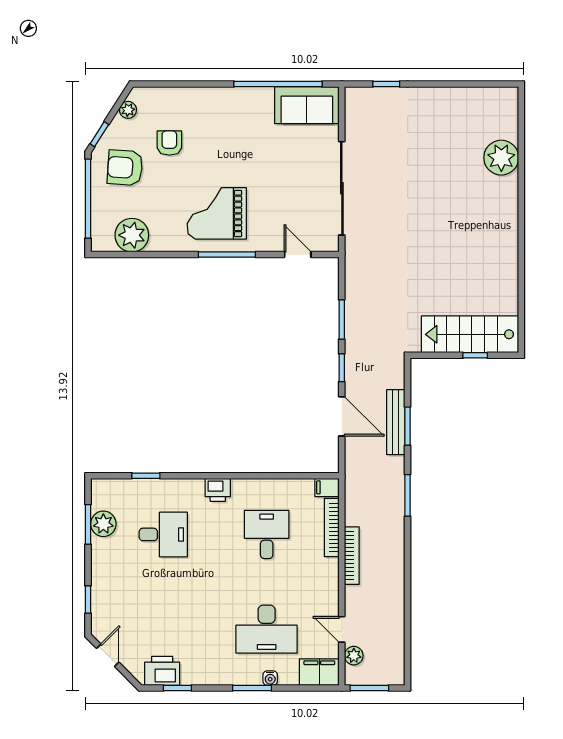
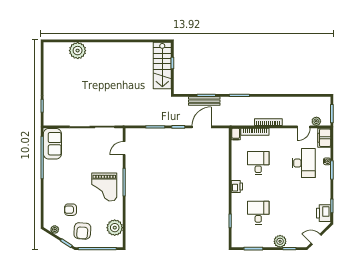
plant: (103, 524) -> (280, 241), moved
desk: (267, 534) -> (258, 163), turned 90

